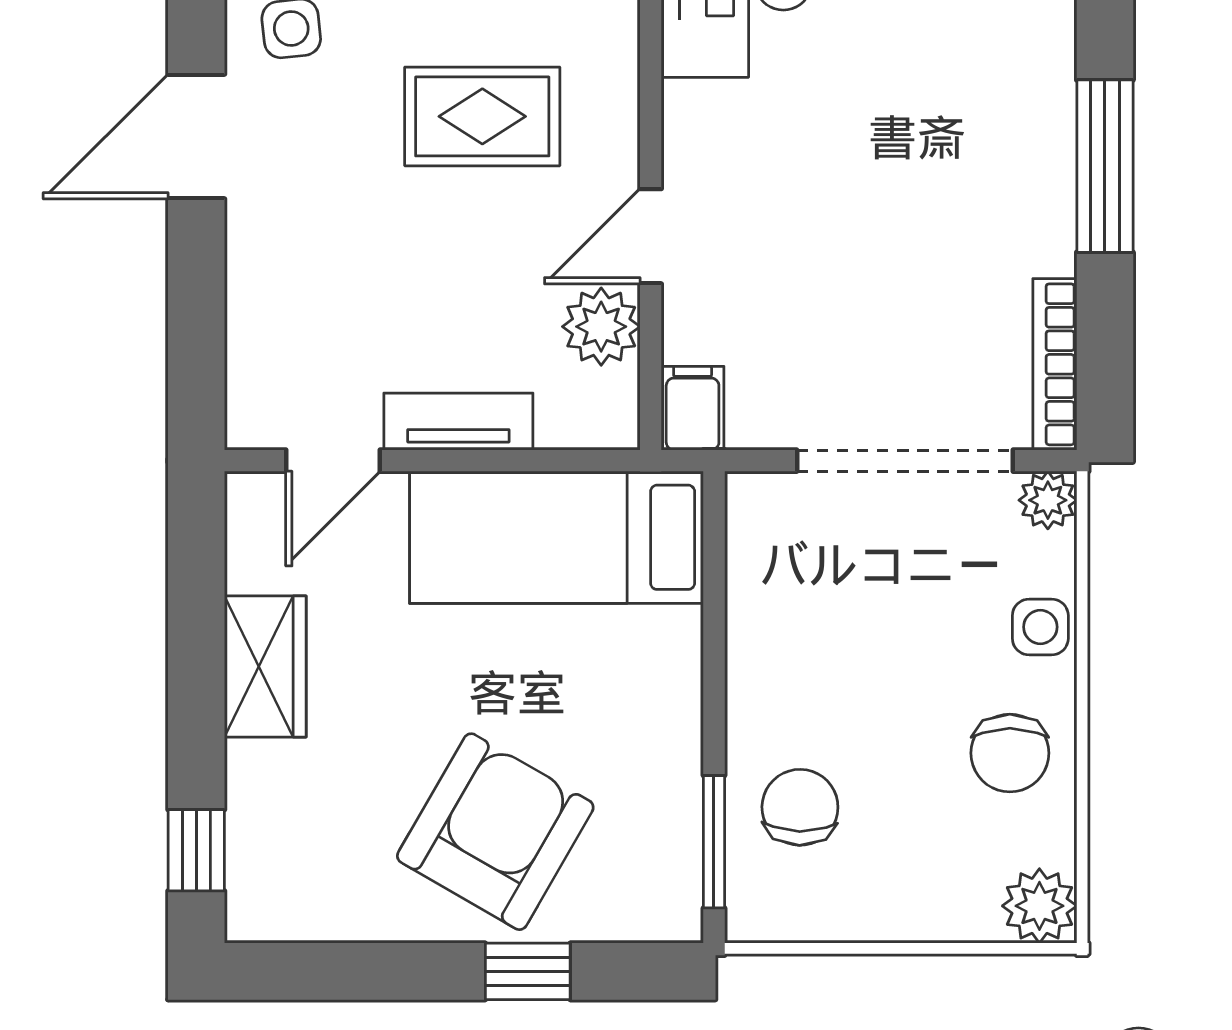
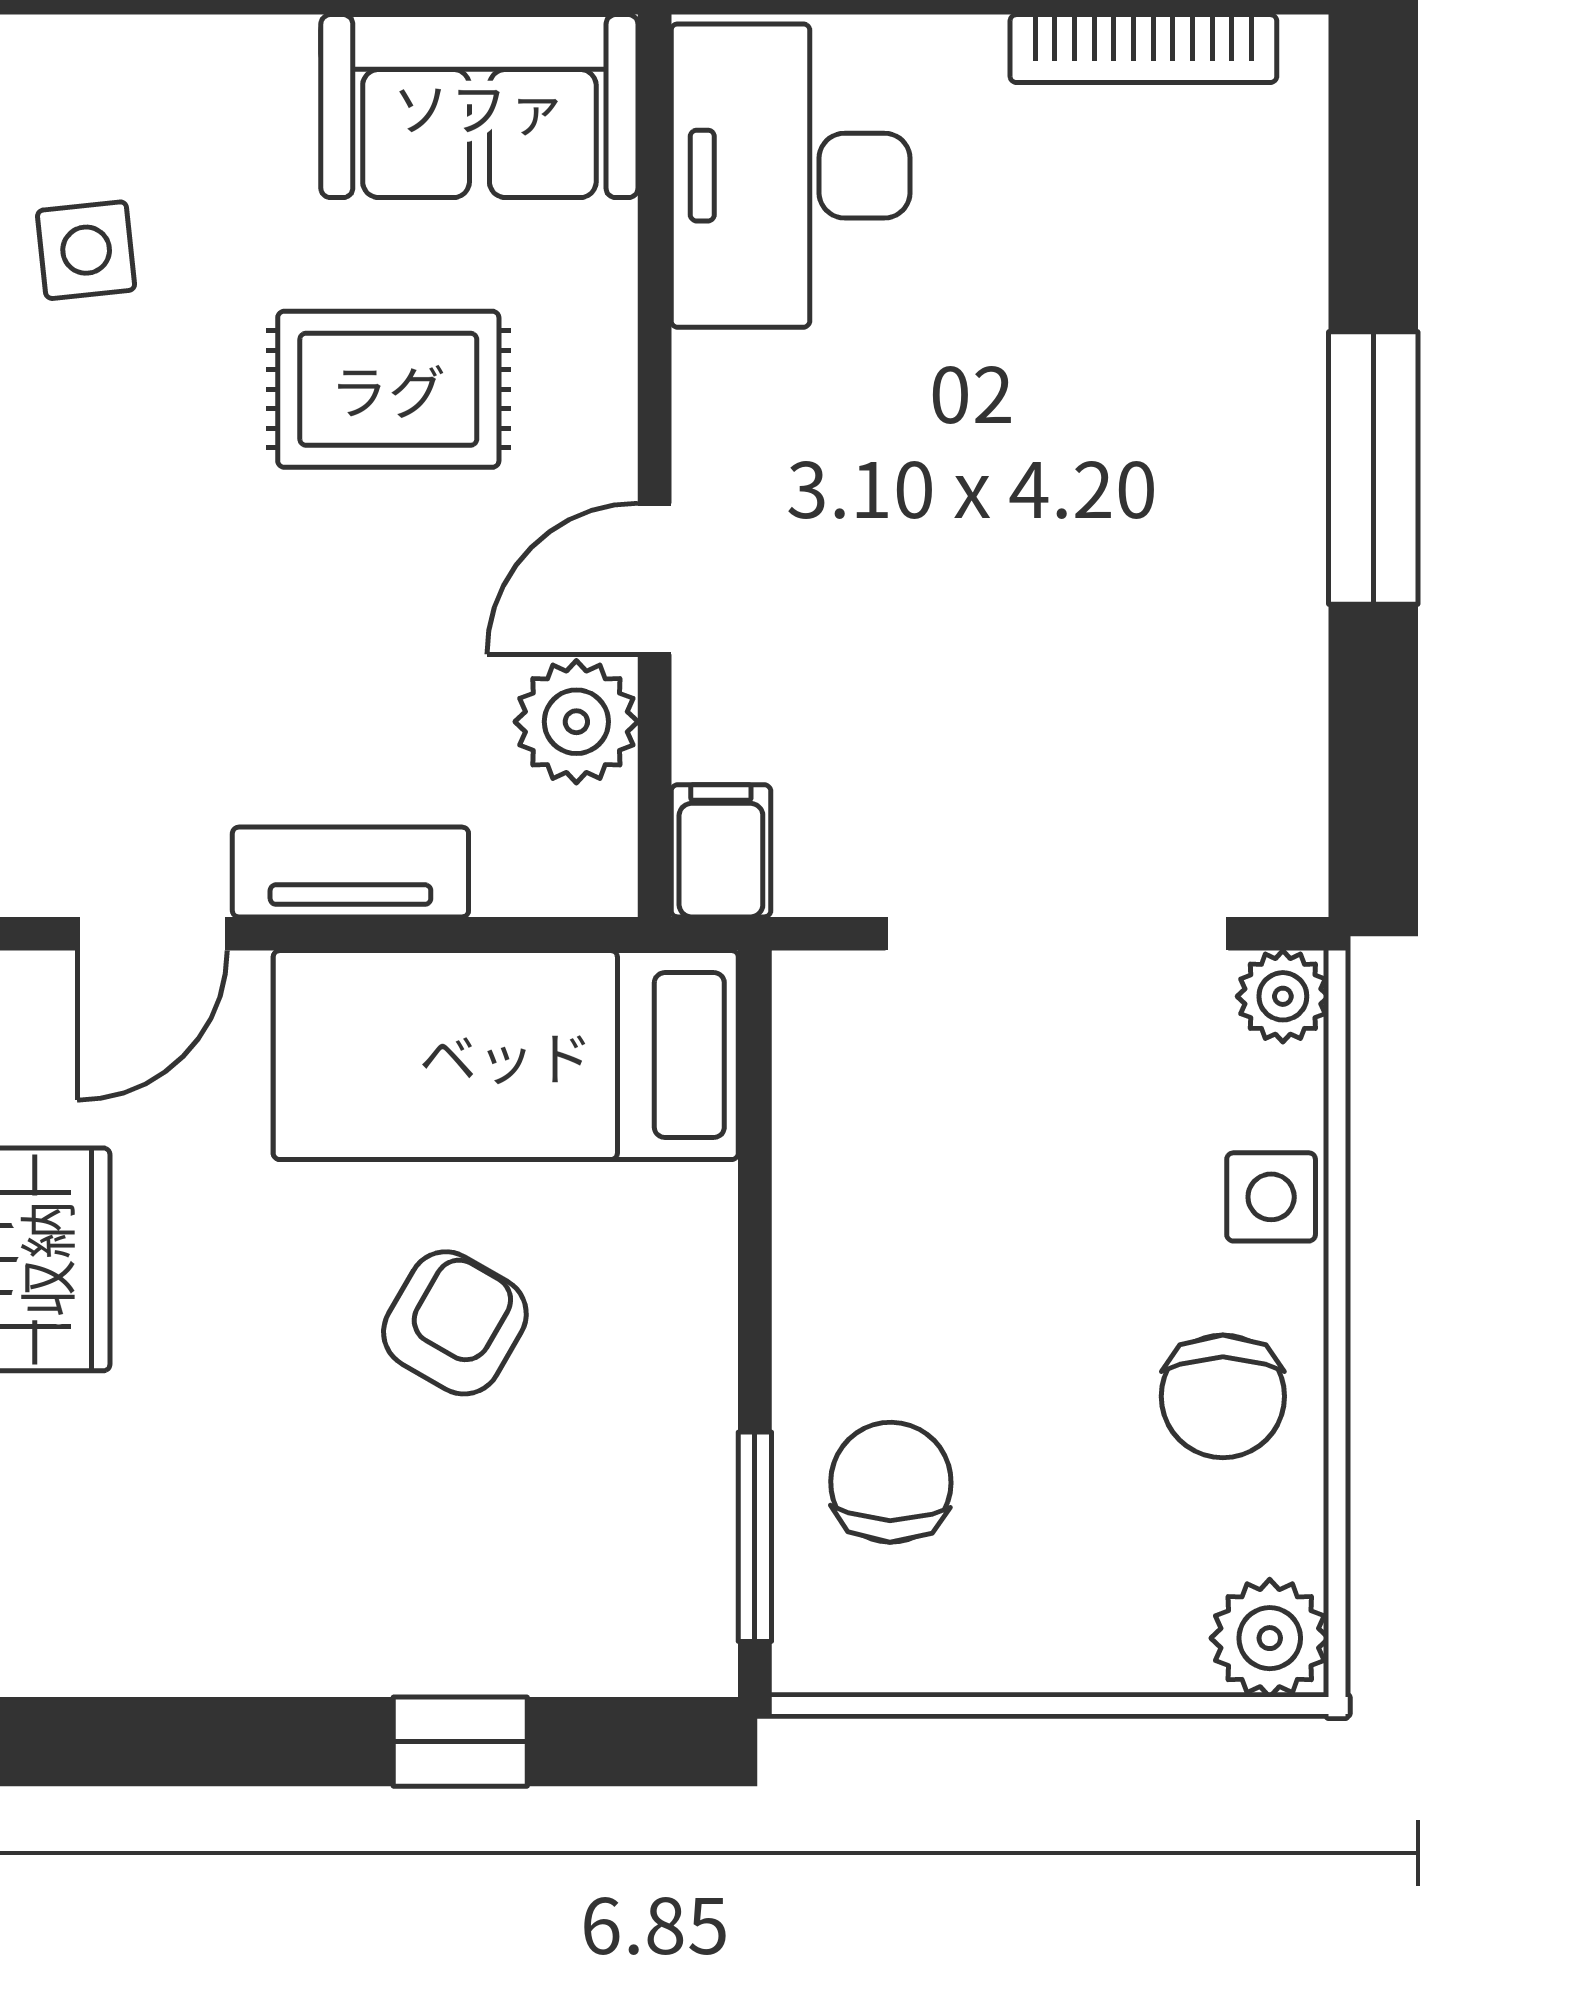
bookcase: (1055, 364) -> (1294, 781), removed
armchair: (495, 832) -> (455, 1323), moved, width x0.53, depth x0.53

